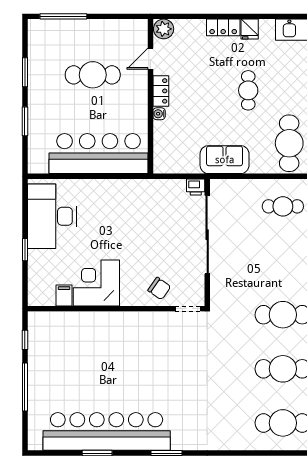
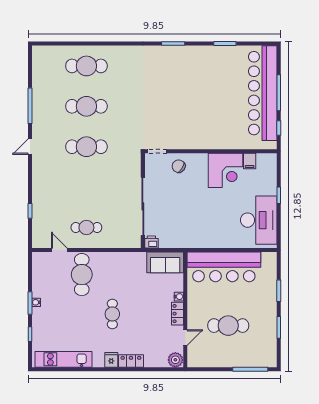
sofa: (225, 160) -> (165, 262), moved
bar counter: (107, 431) -> (263, 93), moved, turned 90

